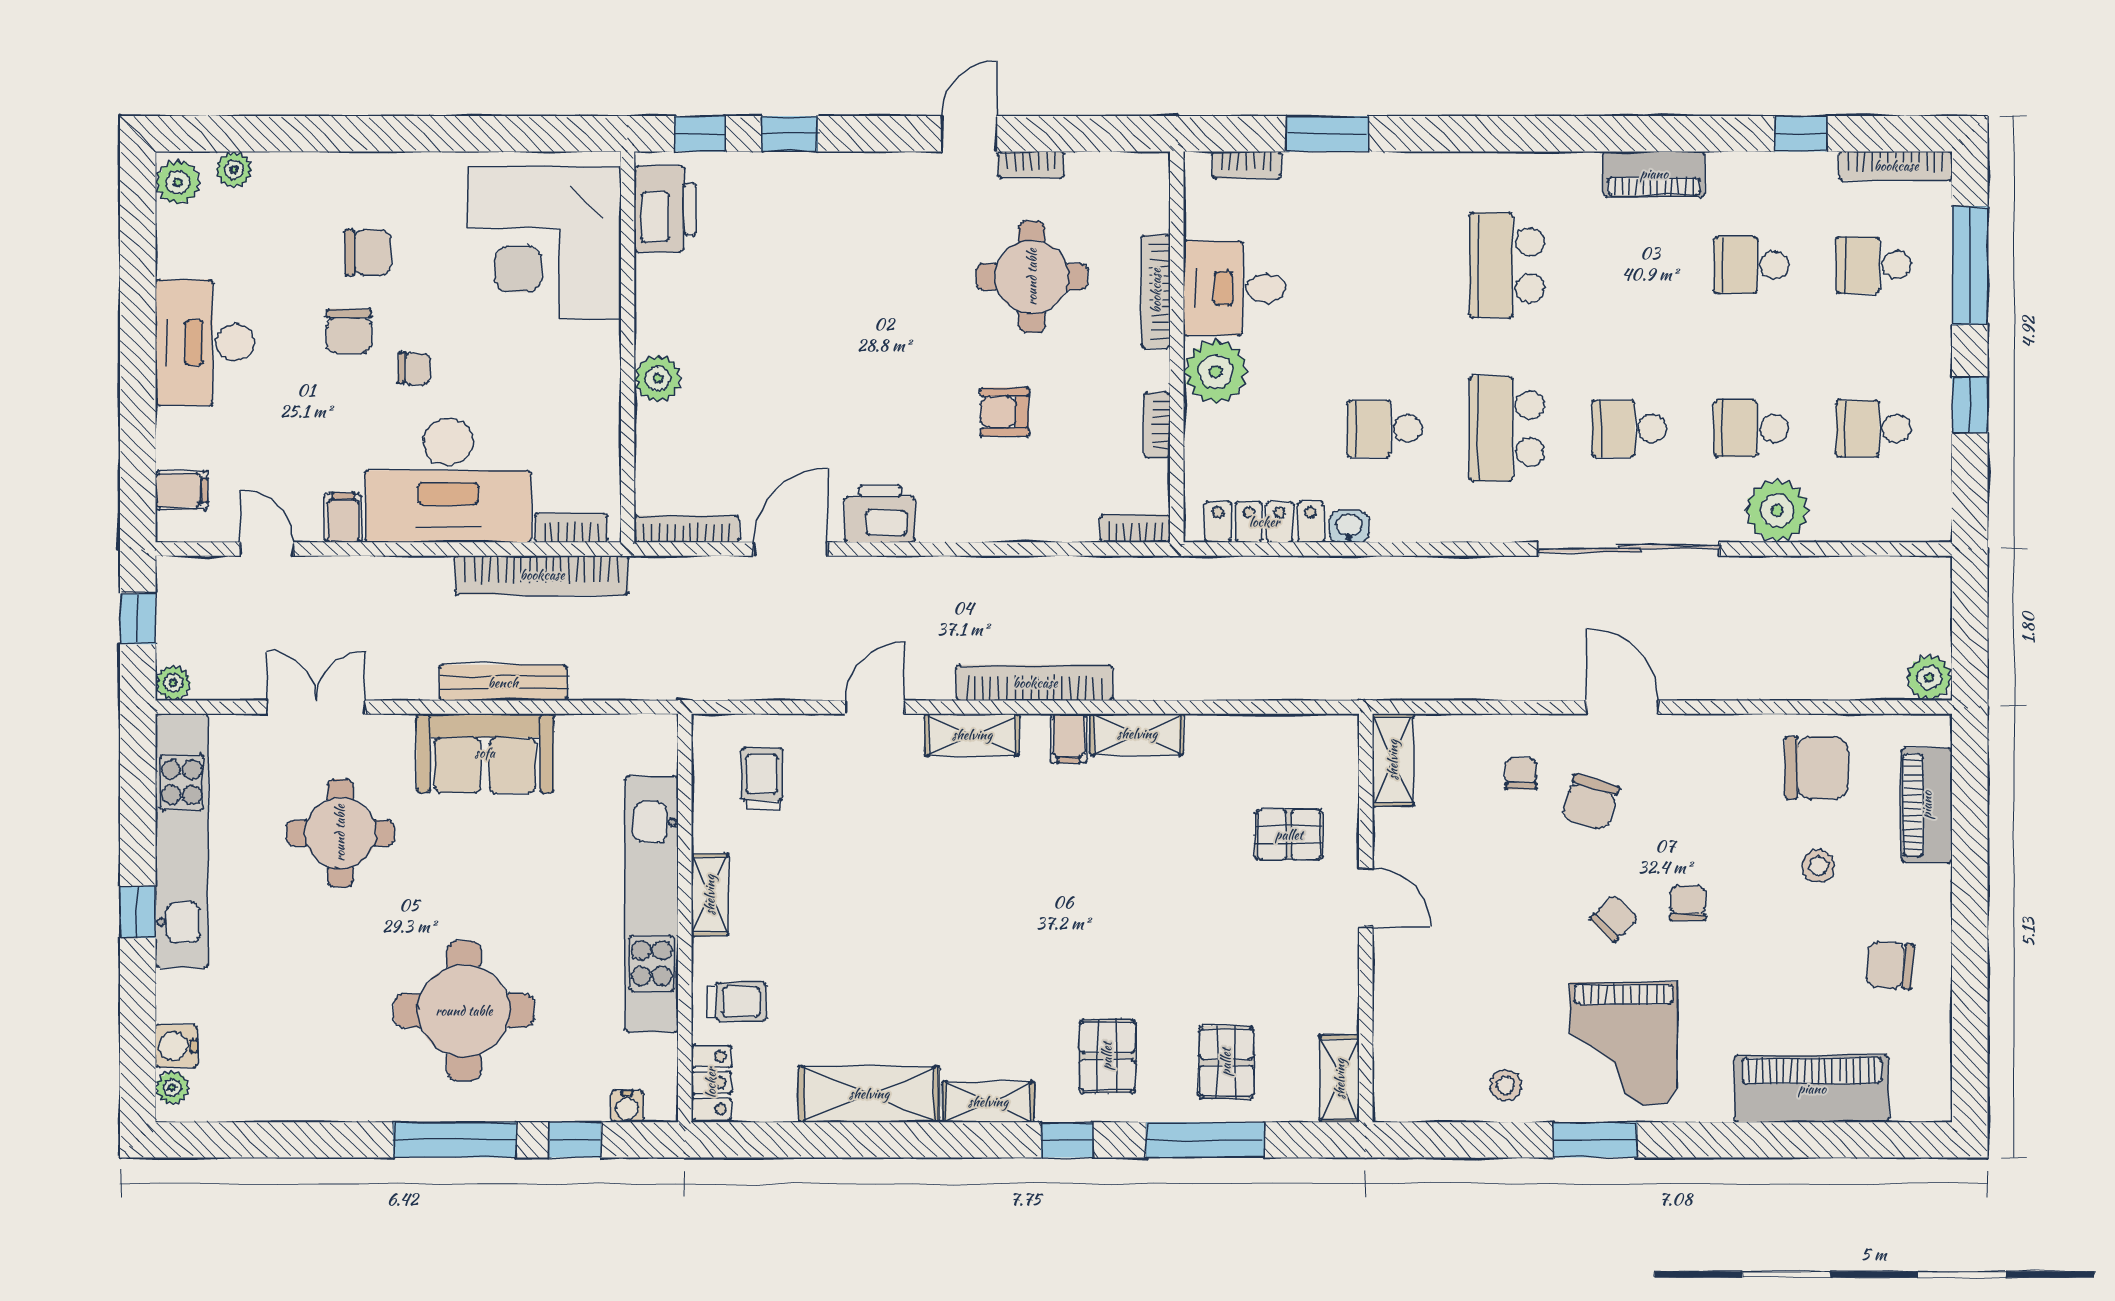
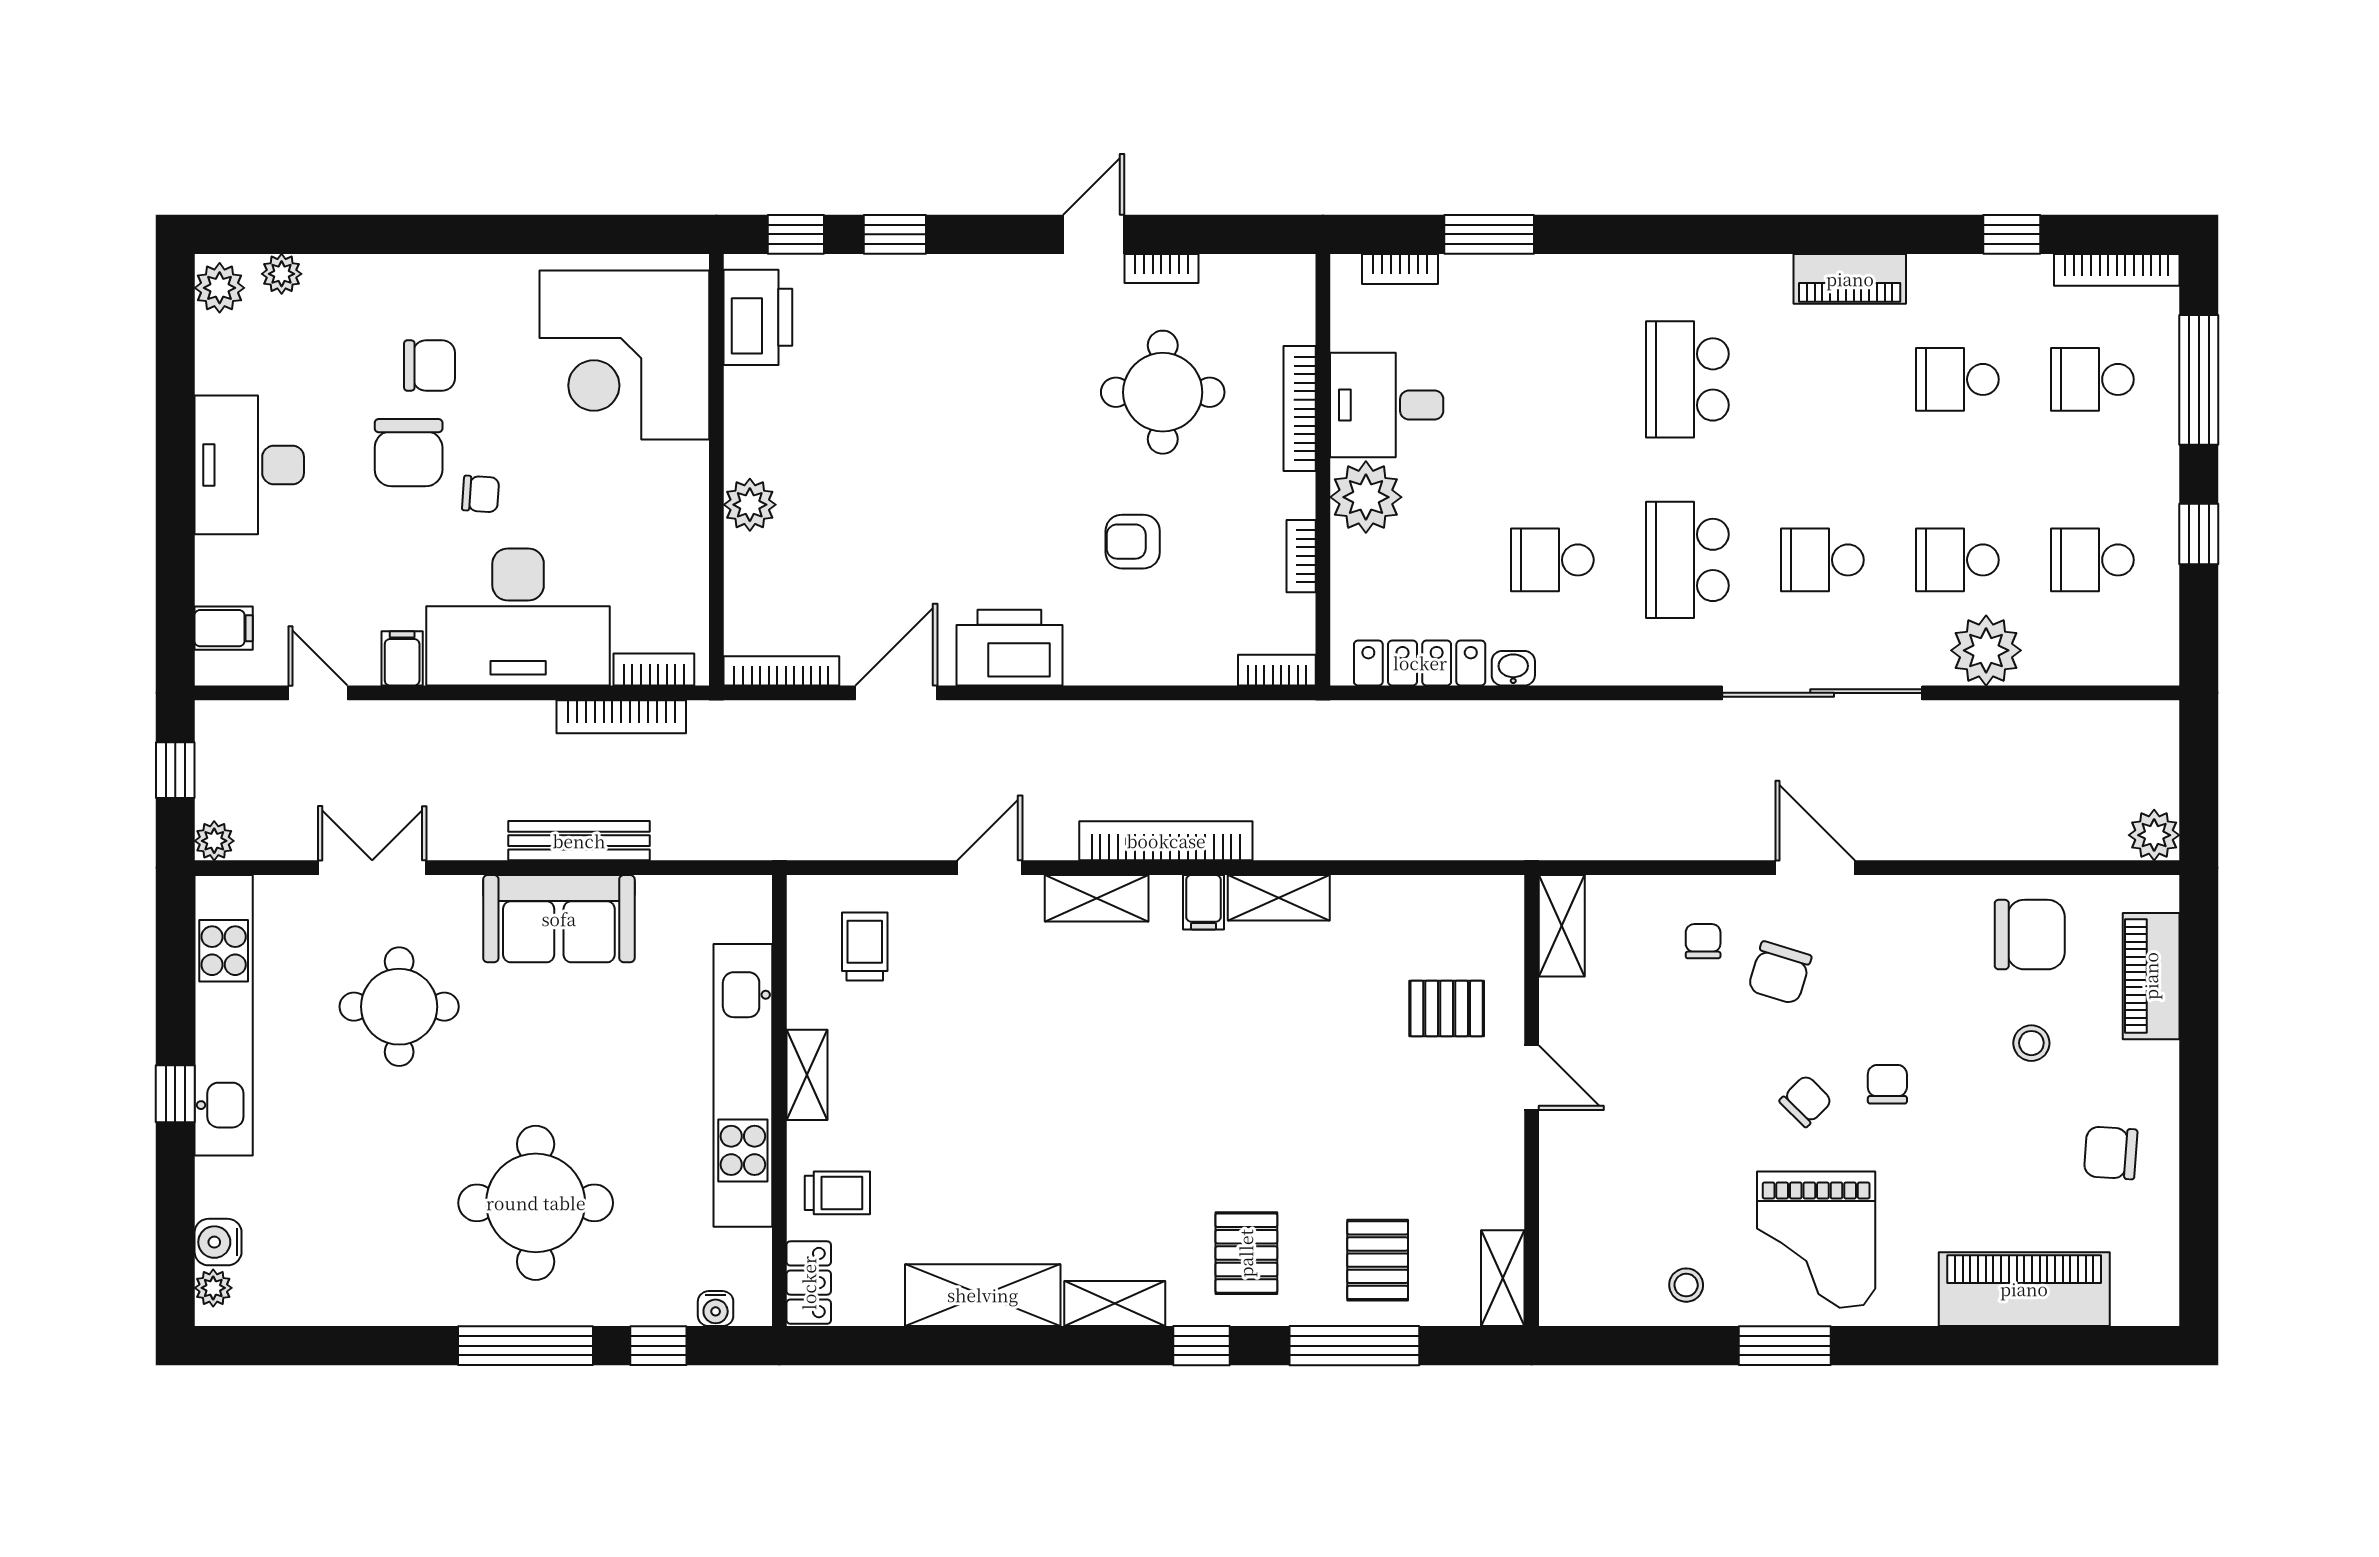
chair: (349, 331) -> (409, 453), width x1.37, depth x1.37
printer: (880, 514) -> (1009, 648), width x1.37, depth x1.19
bookcase: (542, 575) -> (621, 717), width x0.68, depth x0.76

